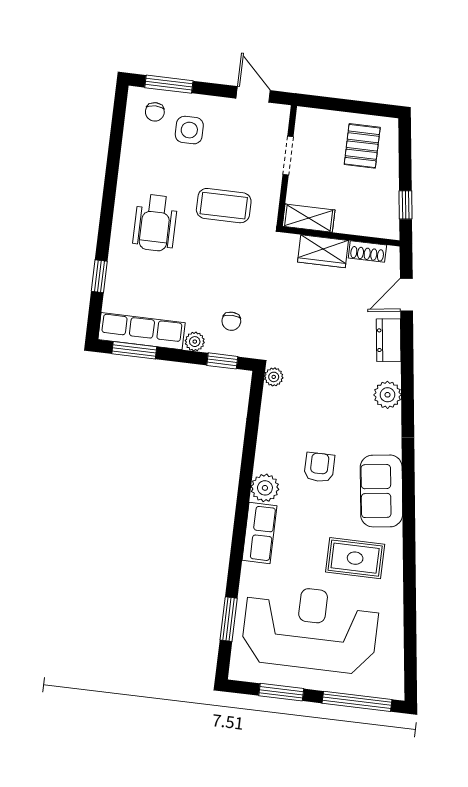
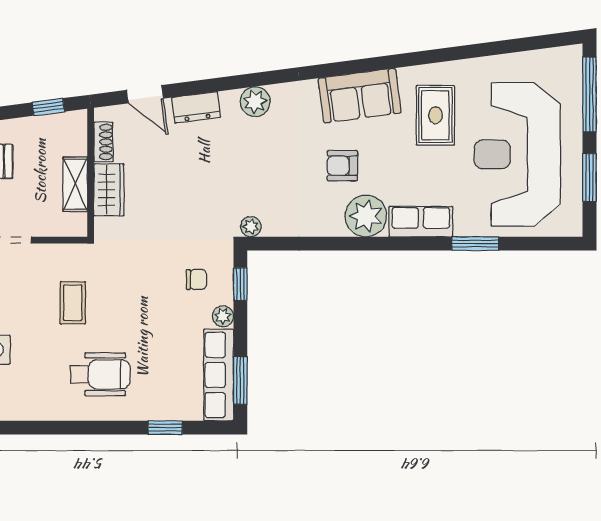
coffee table: (224, 206) -> (73, 303), width x0.73, depth x0.77
shelving: (309, 218) -> (75, 184), moved
plant: (265, 488) -> (366, 216), width x1.36, depth x1.36
window: (229, 619) -> (475, 244), moved

